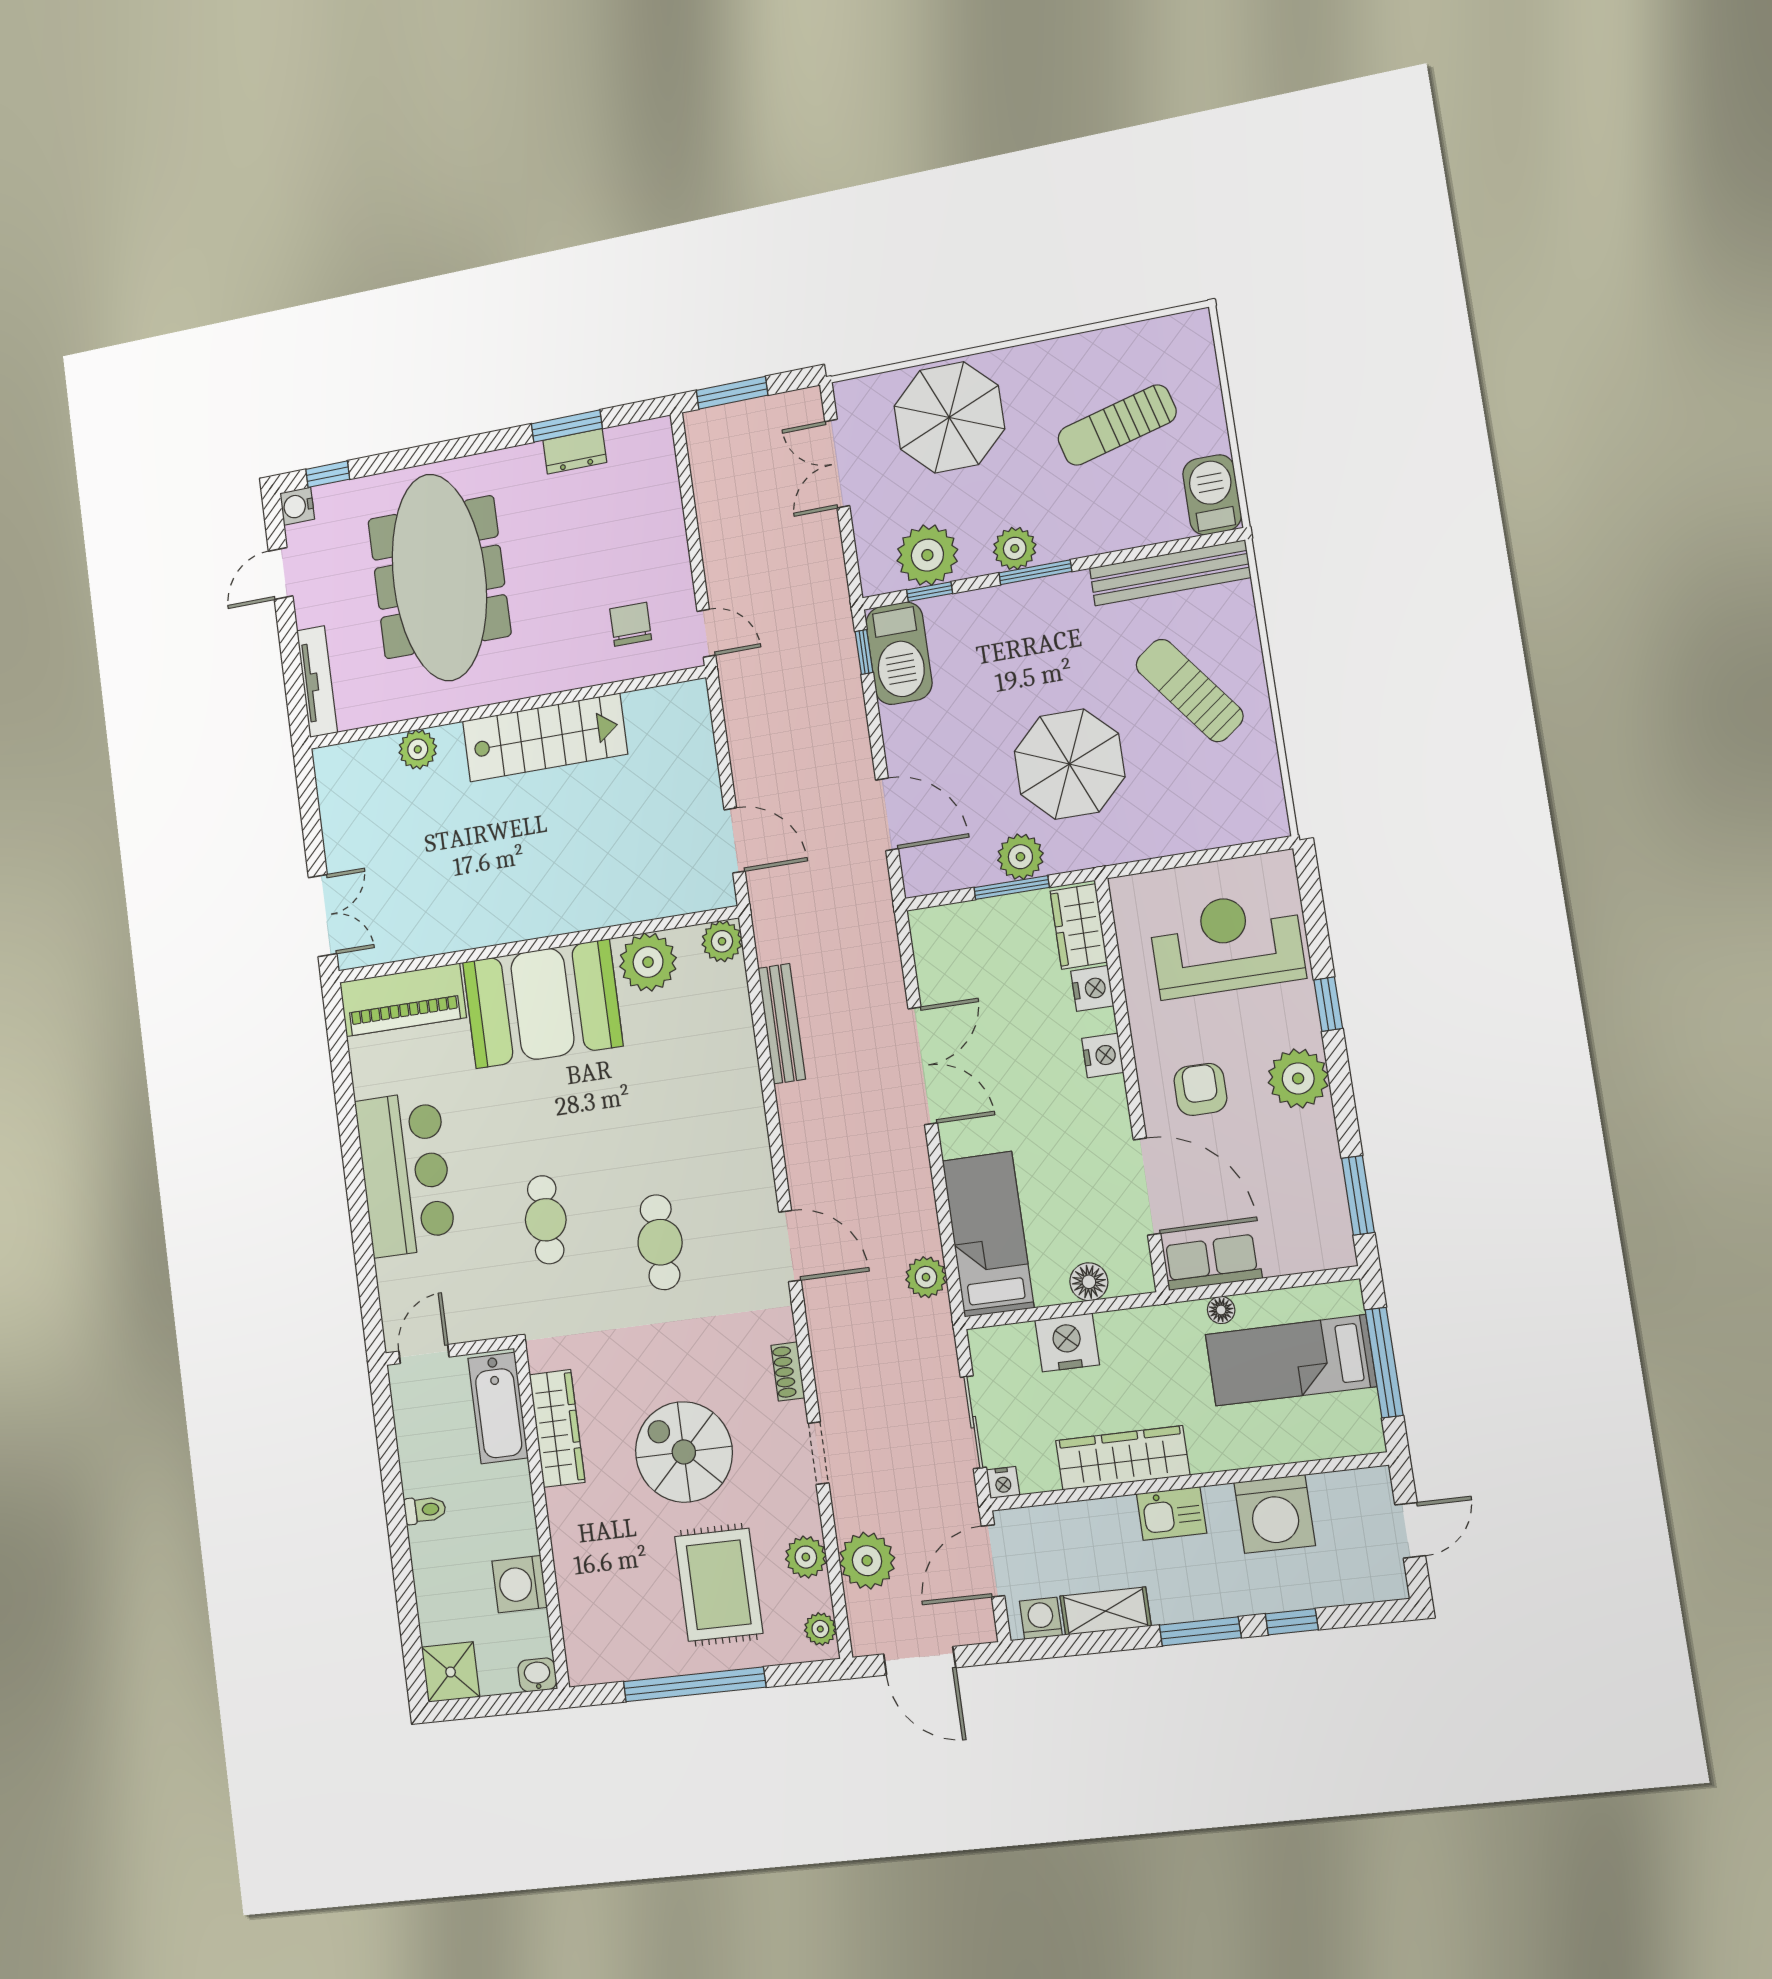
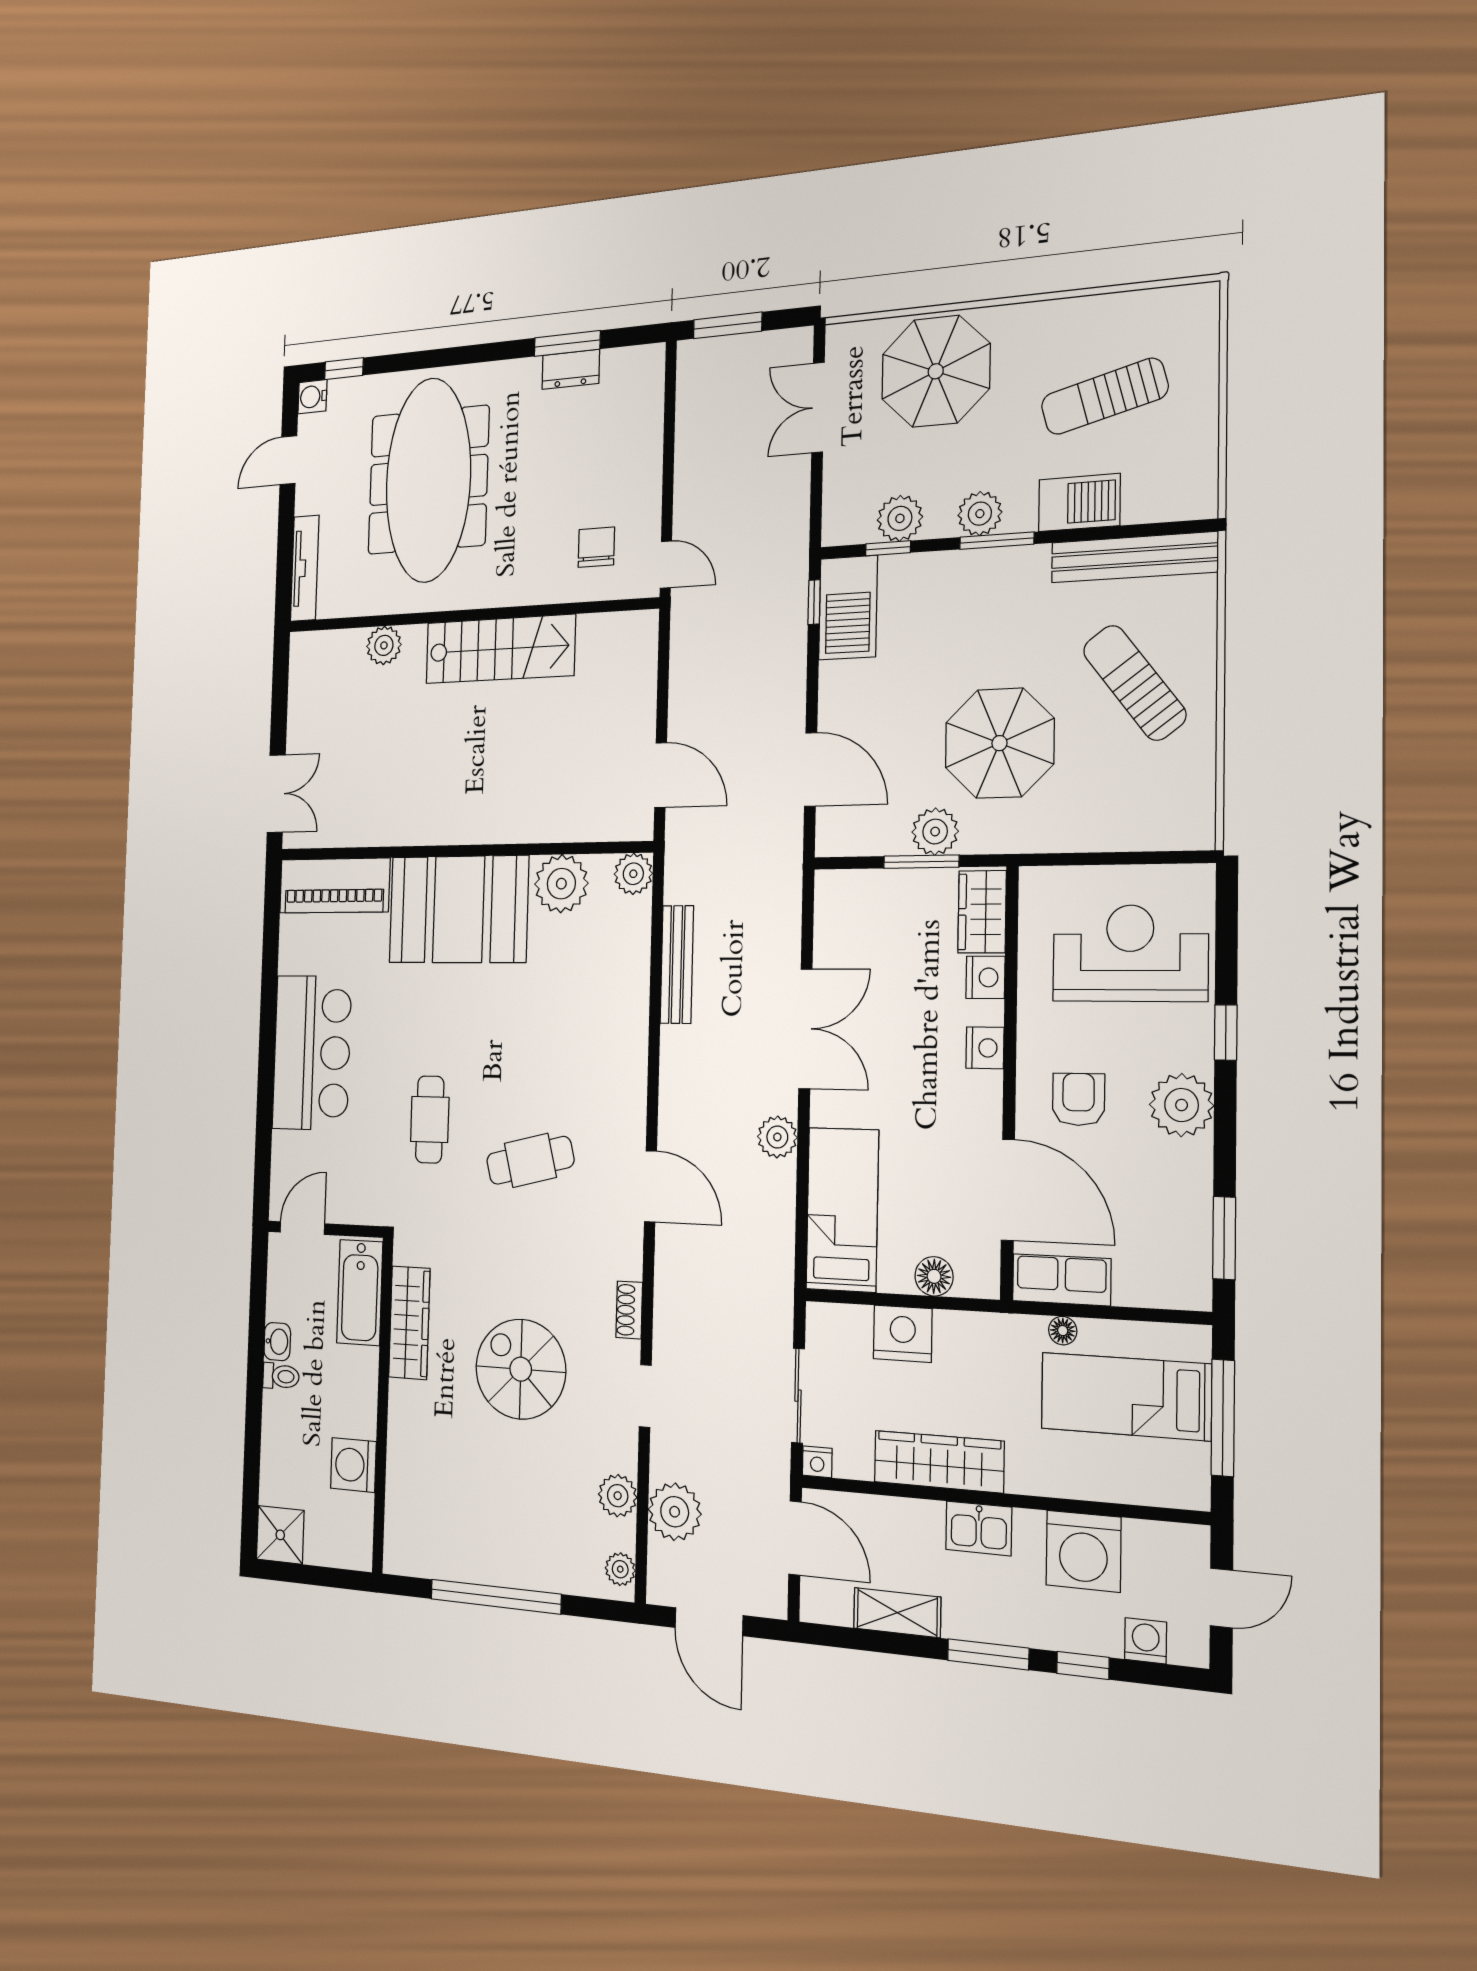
barbecue: (1212, 495) -> (1079, 503), moved, turned 90
plant: (927, 555) -> (900, 518), width x0.73, depth x0.73
cafe table: (660, 1242) -> (530, 1160), turned 76
plant: (926, 1277) -> (777, 1137), moved
door: (993, 1561) -> (795, 1538), swing flipped
rug: (719, 1585) -> (533, 1505), removed
washing machine: (1041, 1618) -> (1146, 1641), moved
washbasin: (537, 1675) -> (277, 1342), moved, turned 90

